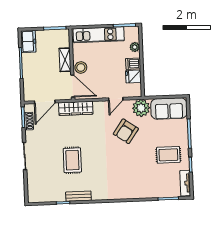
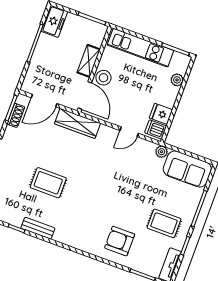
dishwasher: (133, 64) -> (156, 129), moved
plant: (141, 108) -> (162, 152), width x0.53, depth x0.53
armchair: (126, 131) -> (120, 241), moved, turned 55
rug: (72, 160) -> (48, 183), turned 90

